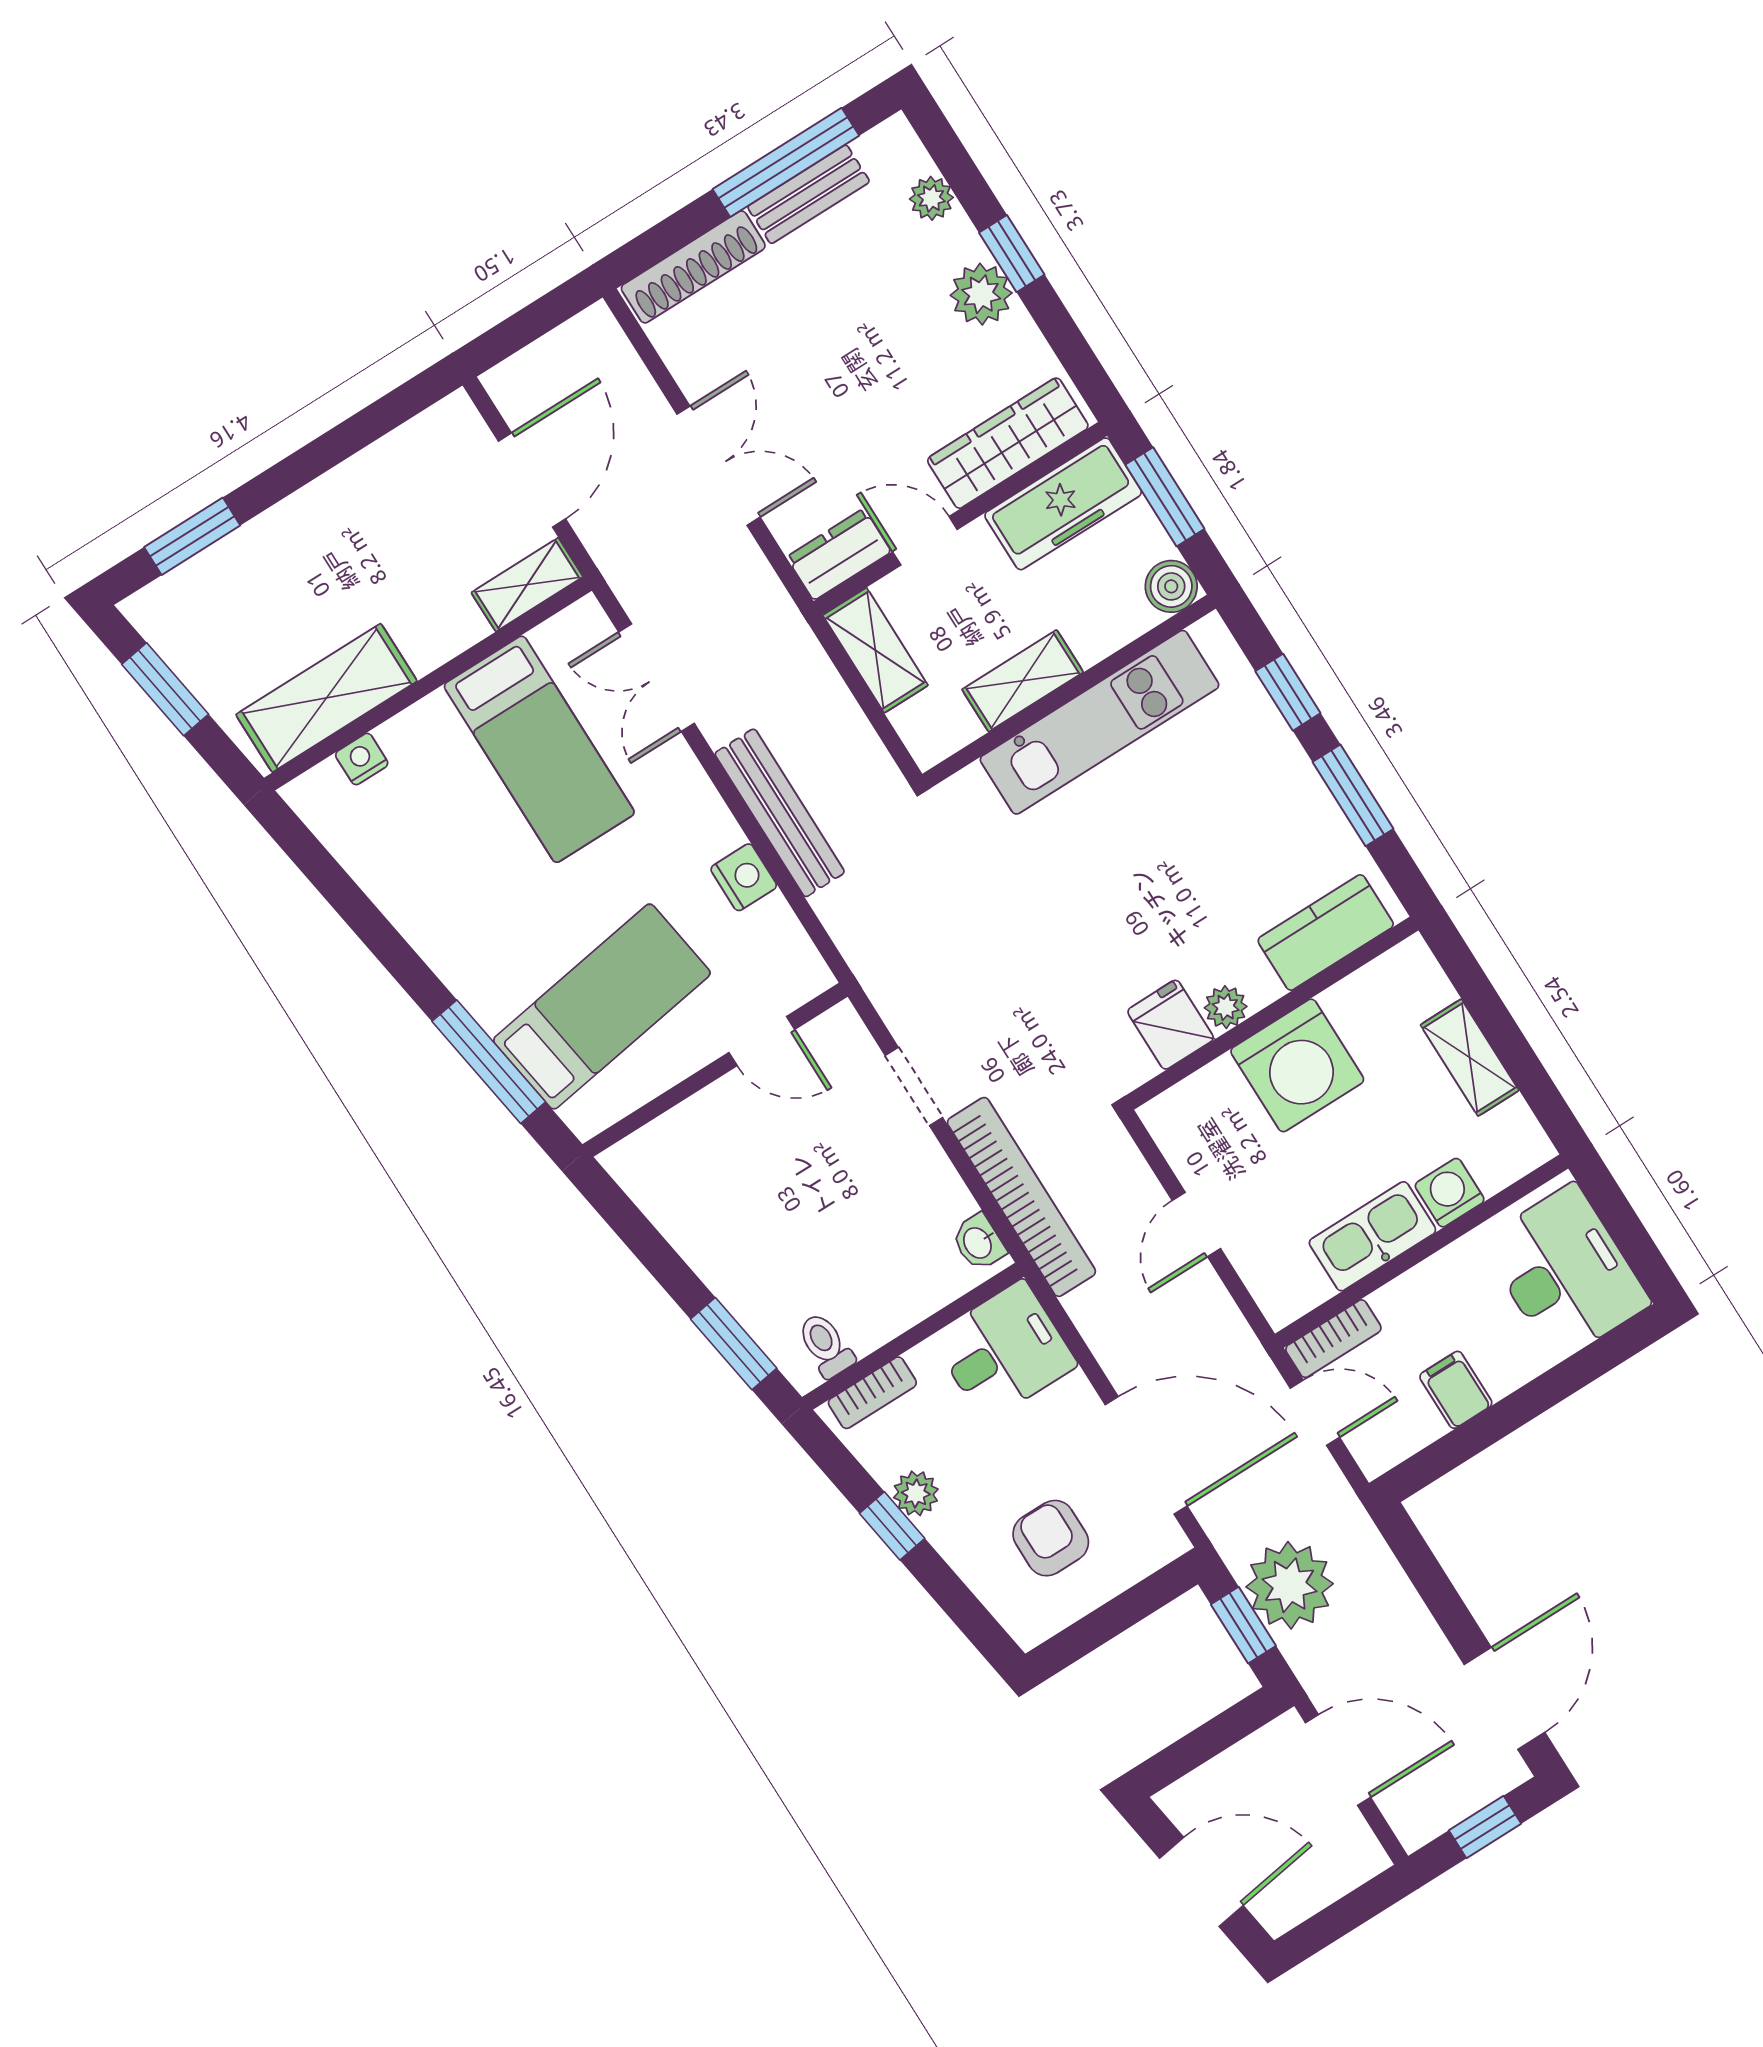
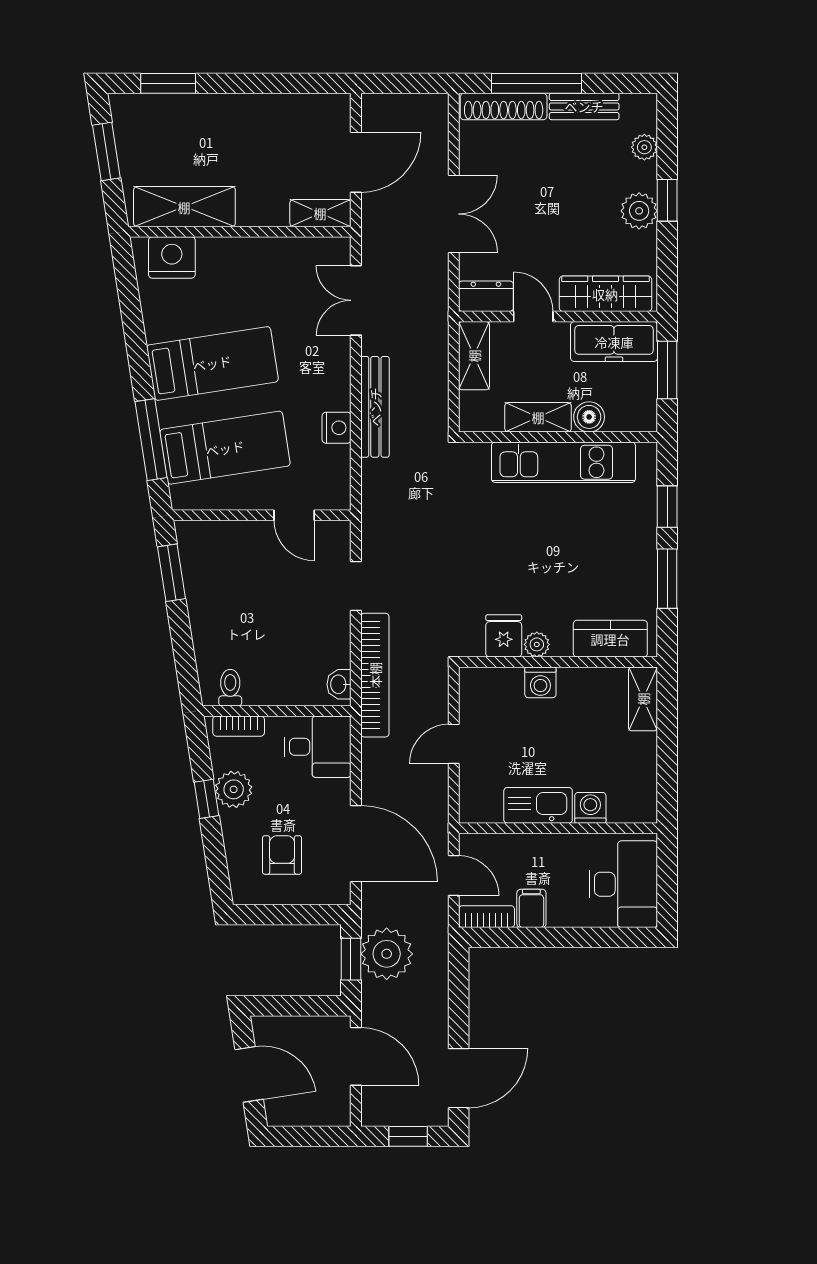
window: (786, 162) -> (536, 83), moved
boiler: (1171, 586) -> (589, 417), moved
bed: (539, 749) -> (212, 363), moved, turned -99
nightstand: (362, 759) -> (172, 257), width x1.89, depth x1.79
shelving: (1470, 1058) -> (643, 699), moved
washing machine: (1297, 1065) -> (540, 682), width x0.53, depth x0.53
bookcase: (1333, 1339) -> (487, 917), moved, turned 180
window: (734, 1344) -> (172, 573), moved
plant: (916, 1493) -> (234, 789), width x1.38, depth x1.38

